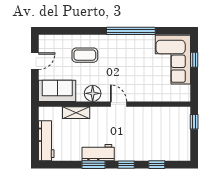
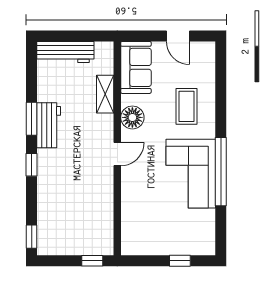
corner sofa: (173, 60) -> (191, 174), moved, turned -90
window: (157, 165) -> (32, 237), moved

